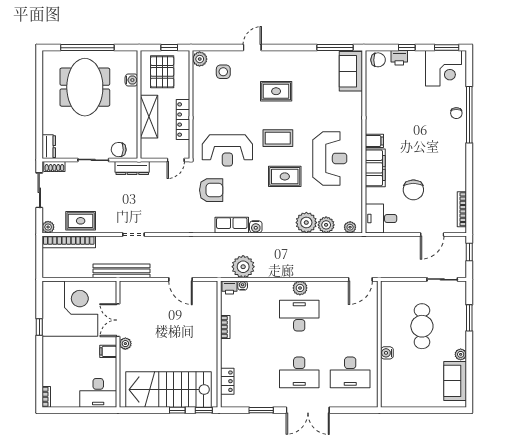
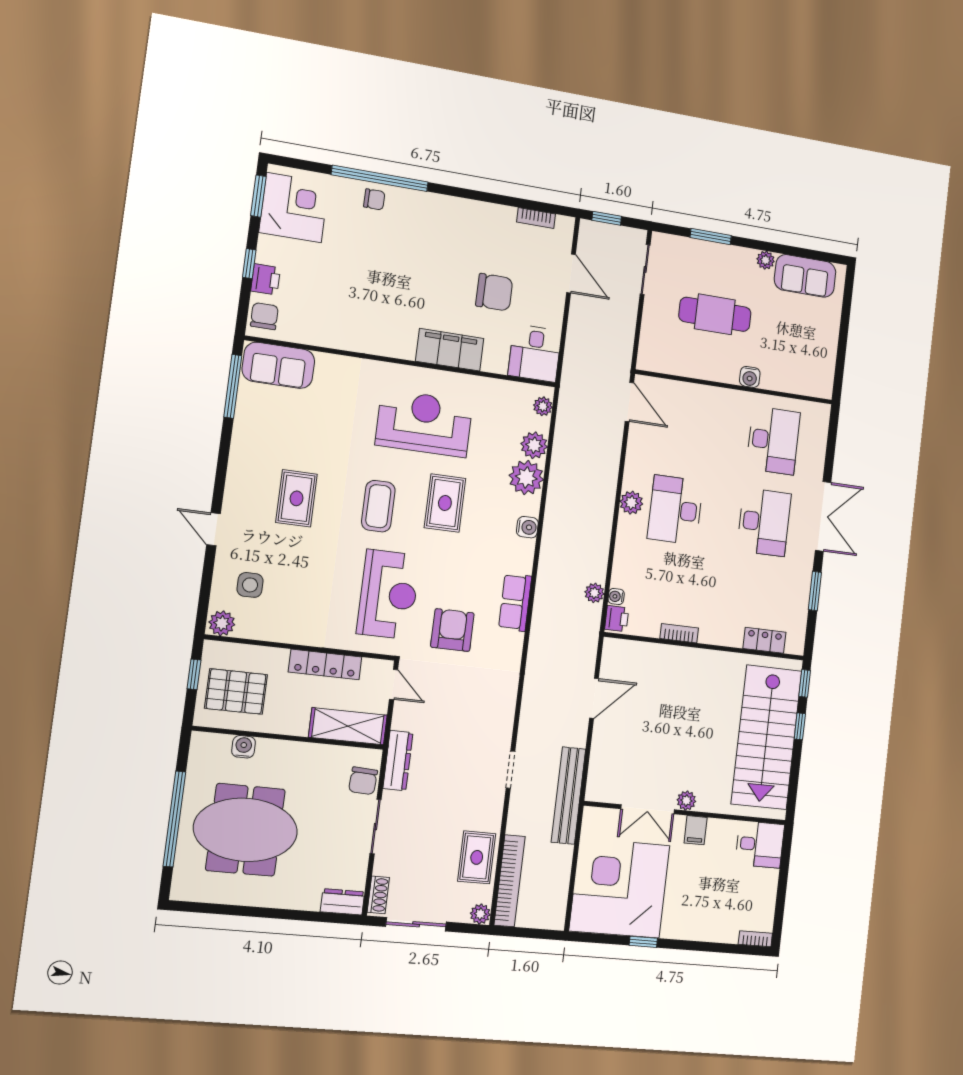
shelving: (149, 117) -> (348, 726), moved
filing cabinet: (374, 141) -> (404, 344), removed
bookcase: (462, 209) -> (536, 218), width x0.64
water cooler: (256, 227) -> (527, 527), moved
plant: (243, 267) -> (594, 593), width x0.53, depth x0.53
desk: (98, 393) -> (760, 844), width x0.73

